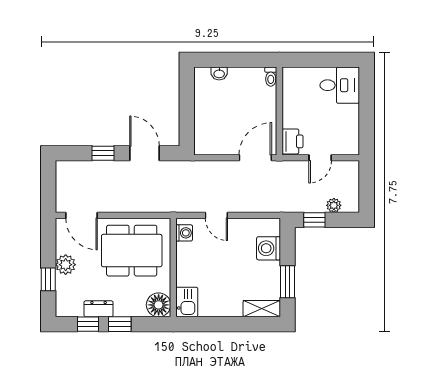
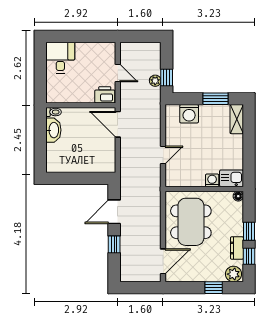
washbasin: (219, 73) -> (53, 130), moved, width x1.91, depth x1.45
plant: (334, 205) -> (155, 81), moved
washing machine: (184, 233) -> (212, 180), moved
plant: (66, 265) -> (233, 274), moved
floor lamp: (159, 305) -> (238, 196), width x0.53, depth x0.53

